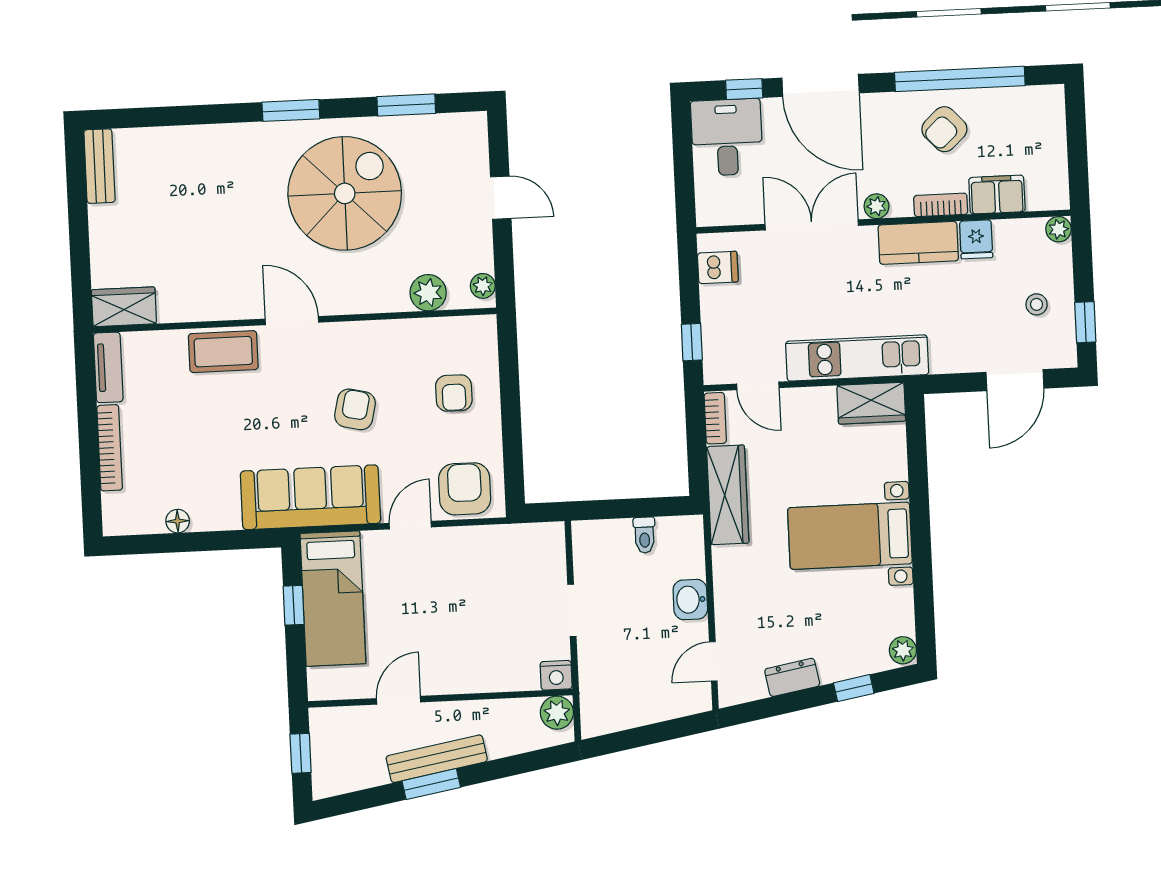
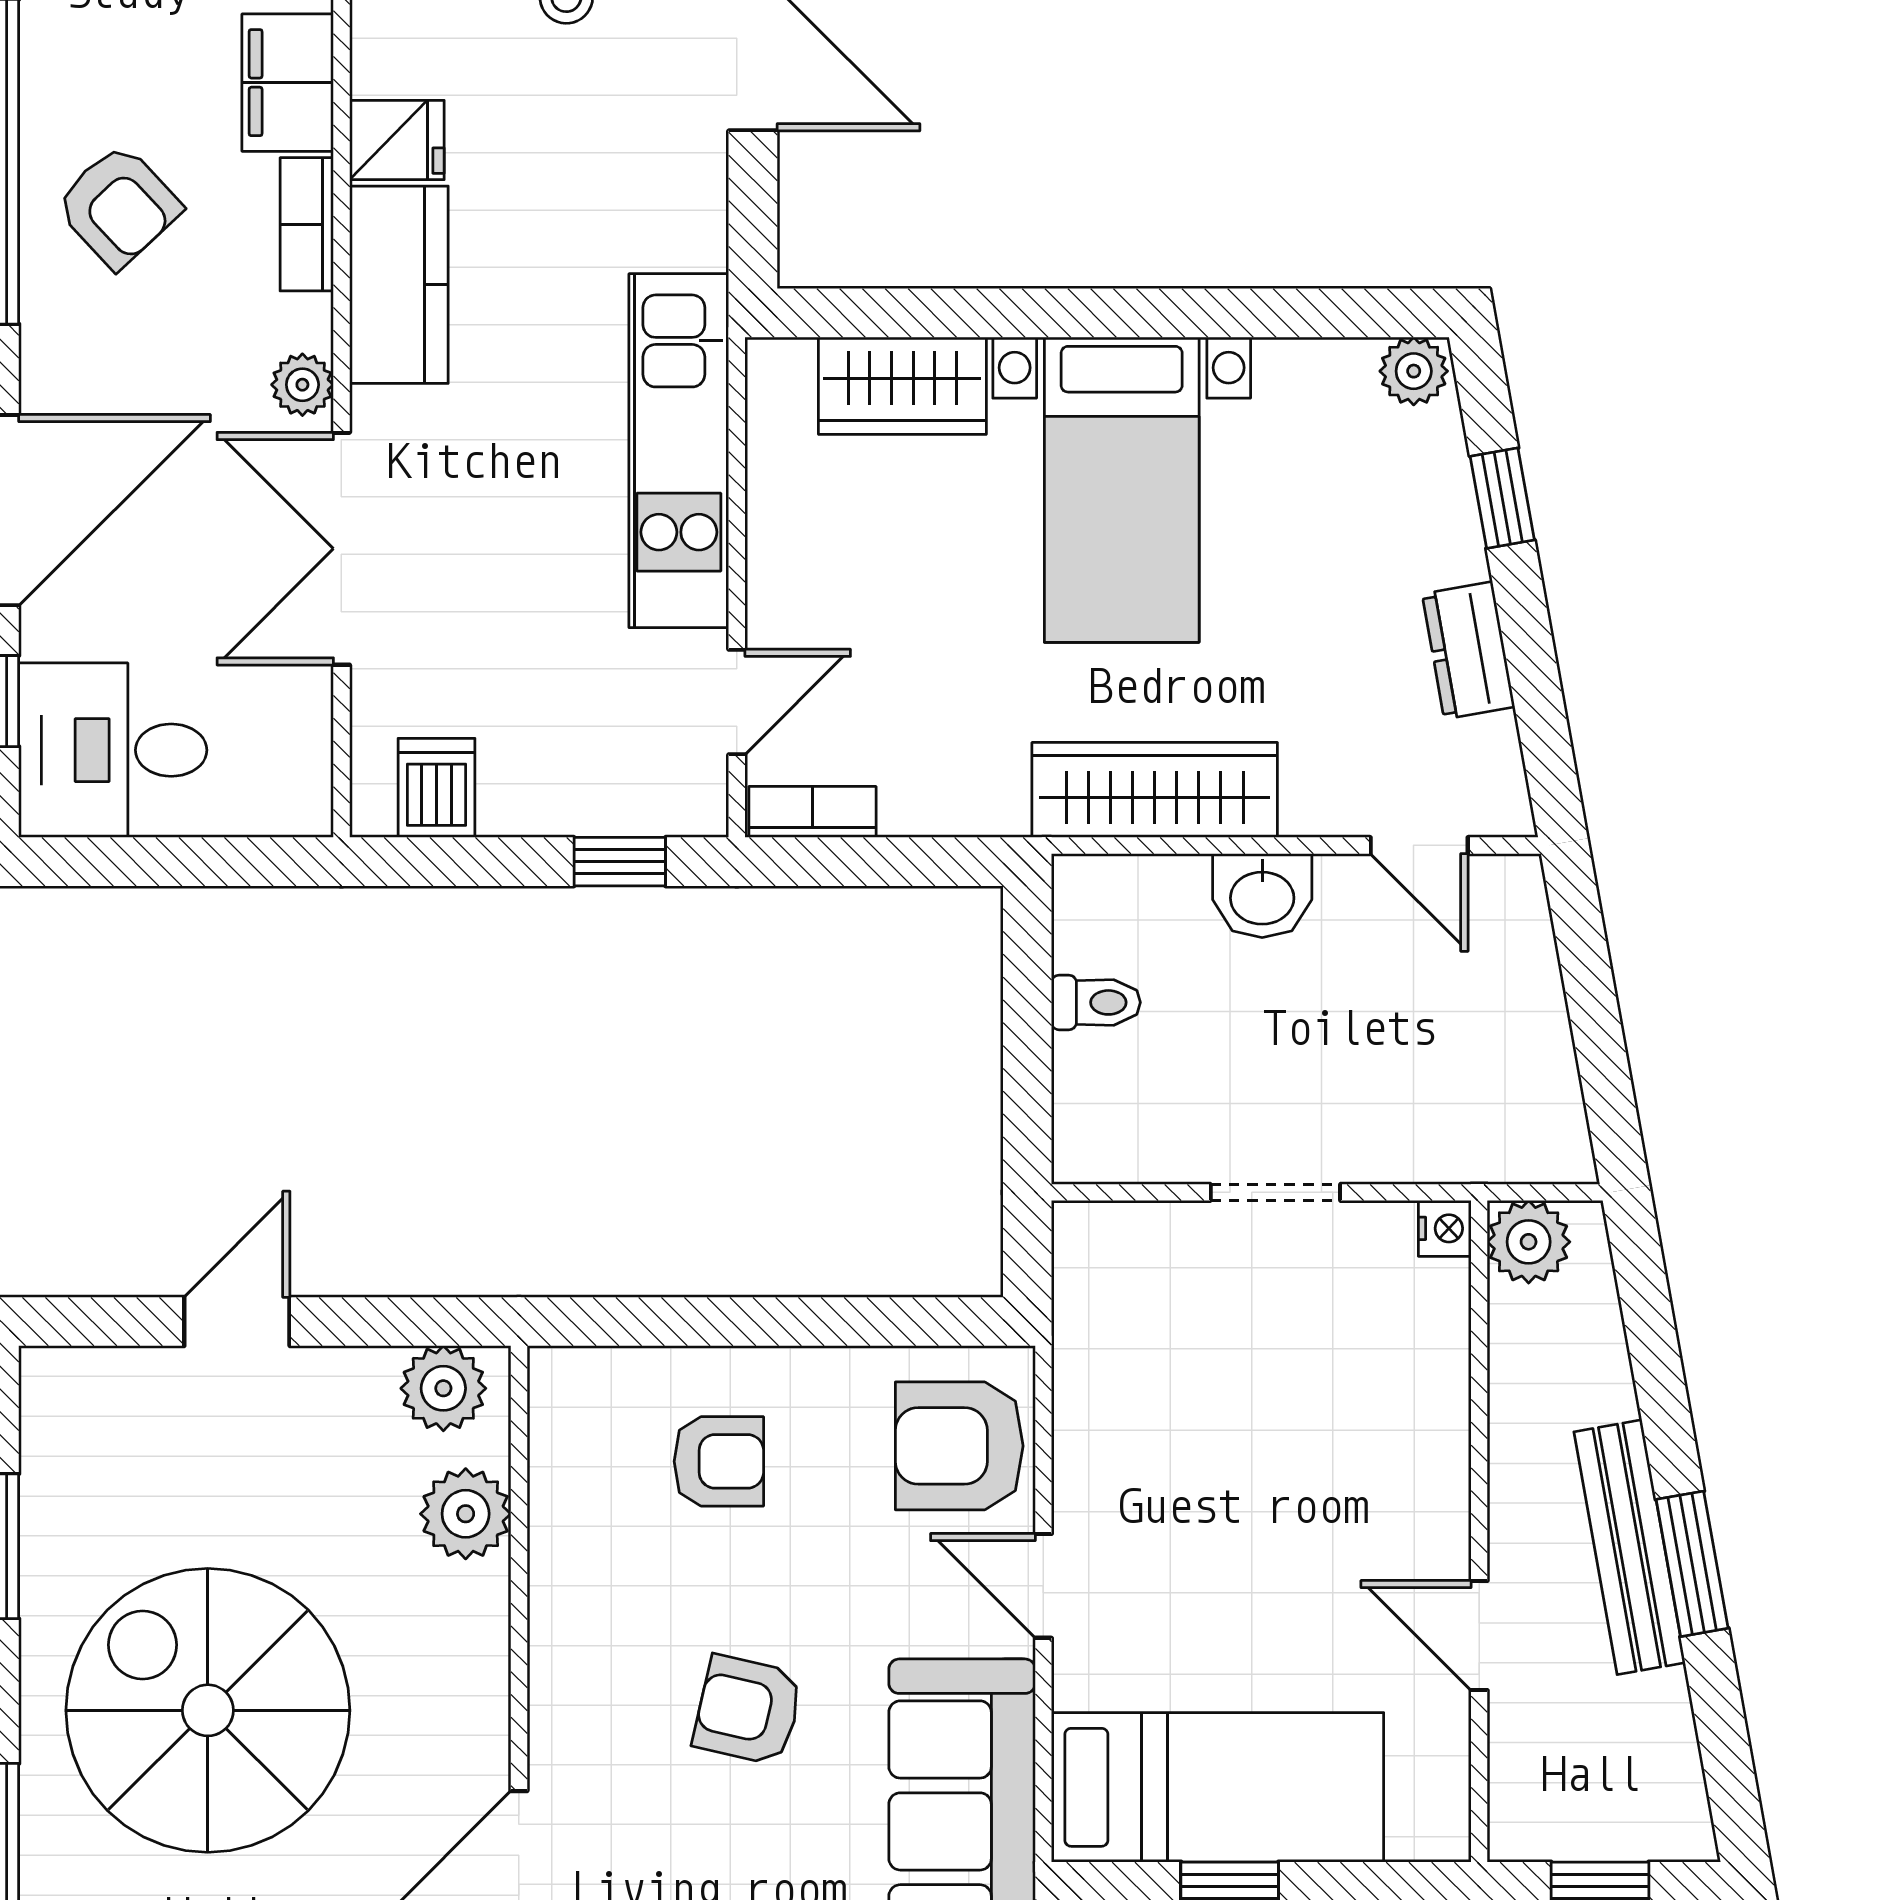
plant: (483, 286) -> (443, 1388), width x1.38, depth x1.38
wardrobe: (871, 403) -> (902, 386), moved, turned 90
wardrobe: (728, 495) -> (1155, 790), moved
nightstand: (556, 675) -> (1445, 1228), width x0.72, depth x0.74

